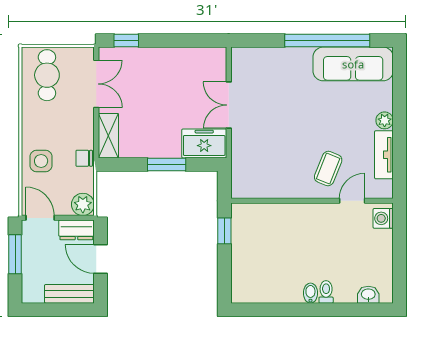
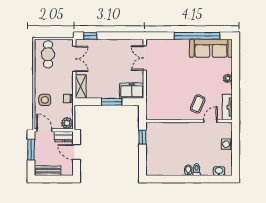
double door: (229, 105) -> (145, 58), moved
tv unit: (384, 155) -> (227, 107), moved
washing machine: (383, 218) -> (227, 144), moved
bench: (69, 294) -> (48, 171), moved

